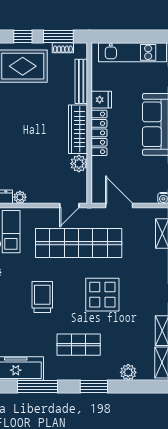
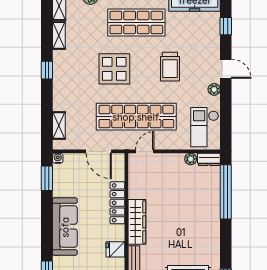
locker: (99, 133) -> (117, 203), moved
plant: (79, 164) -> (136, 190), removed
shop shelf: (79, 345) -> (136, 22), width x1.43, depth x1.36

